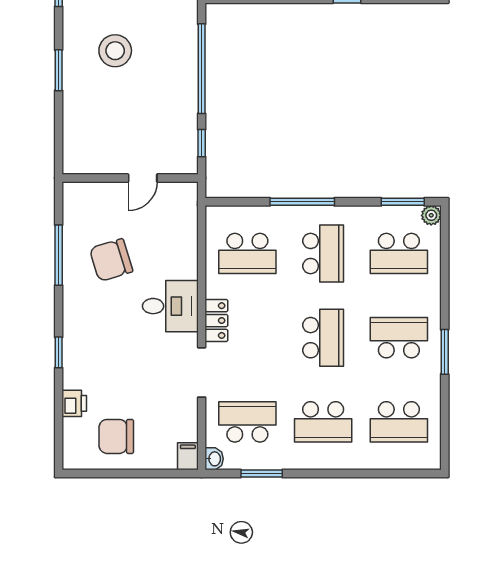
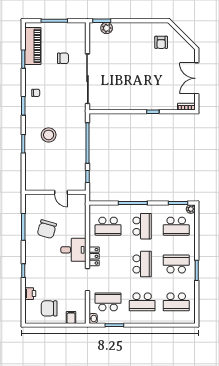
door: (143, 178) -> (61, 192), hinge flipped
chair: (111, 260) -> (47, 229), turned -57
filing cabinet: (188, 456) -> (71, 317), moved

